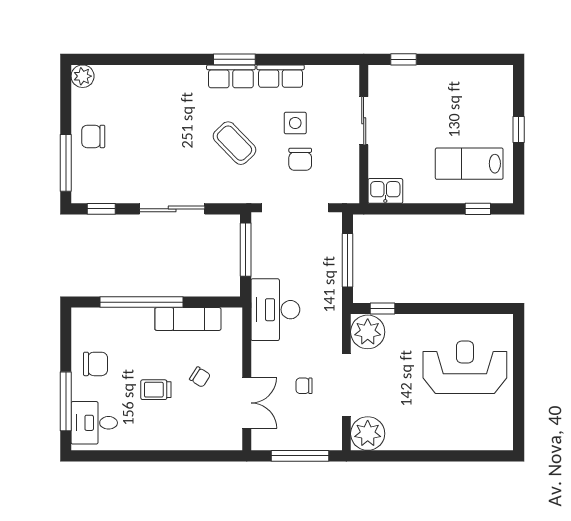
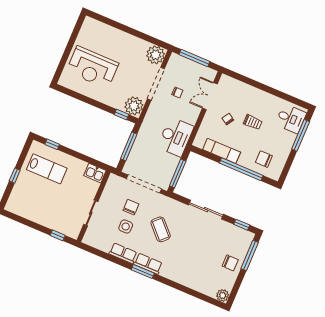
chair: (96, 364) -> (264, 159), moved

